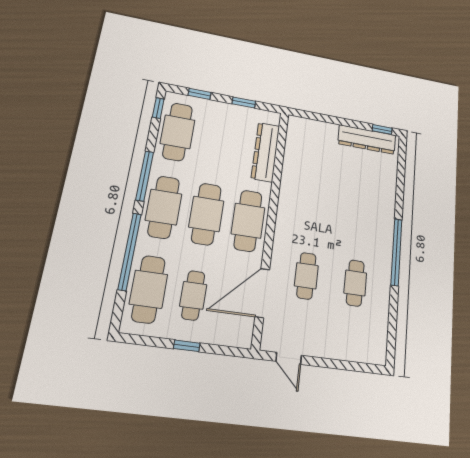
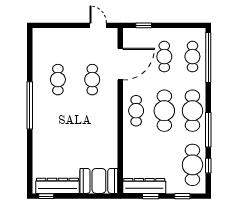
window: (158, 108) -> (208, 166), moved
booth: (312, 135) -> (99, 181), added
dresser: (265, 152) -> (144, 186), moved, turned -90
cafe table: (248, 221) -> (136, 111), width x0.73, depth x0.74
window: (130, 251) -> (208, 57), moved
cafe table: (148, 289) -> (192, 57), width x0.73, depth x0.74
window: (187, 346) -> (144, 25), moved

